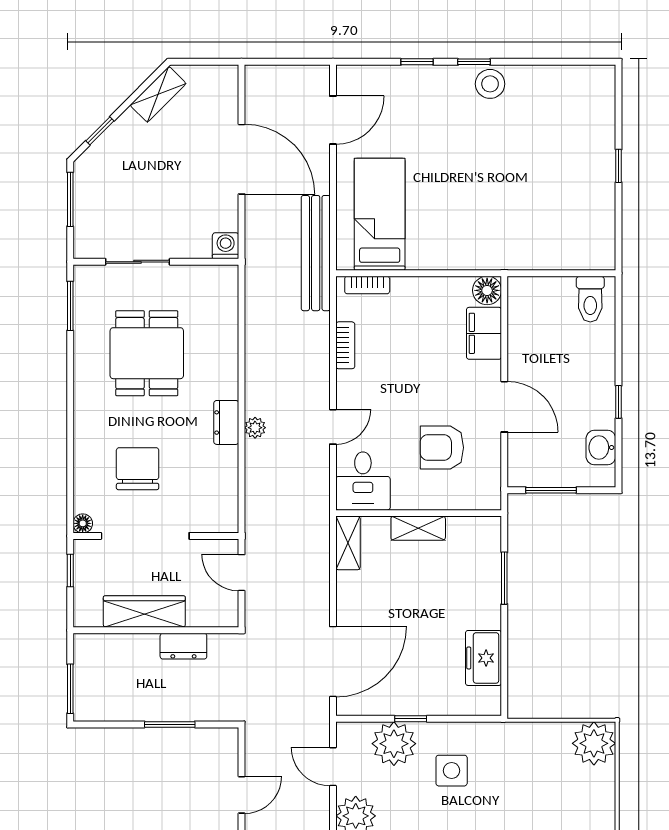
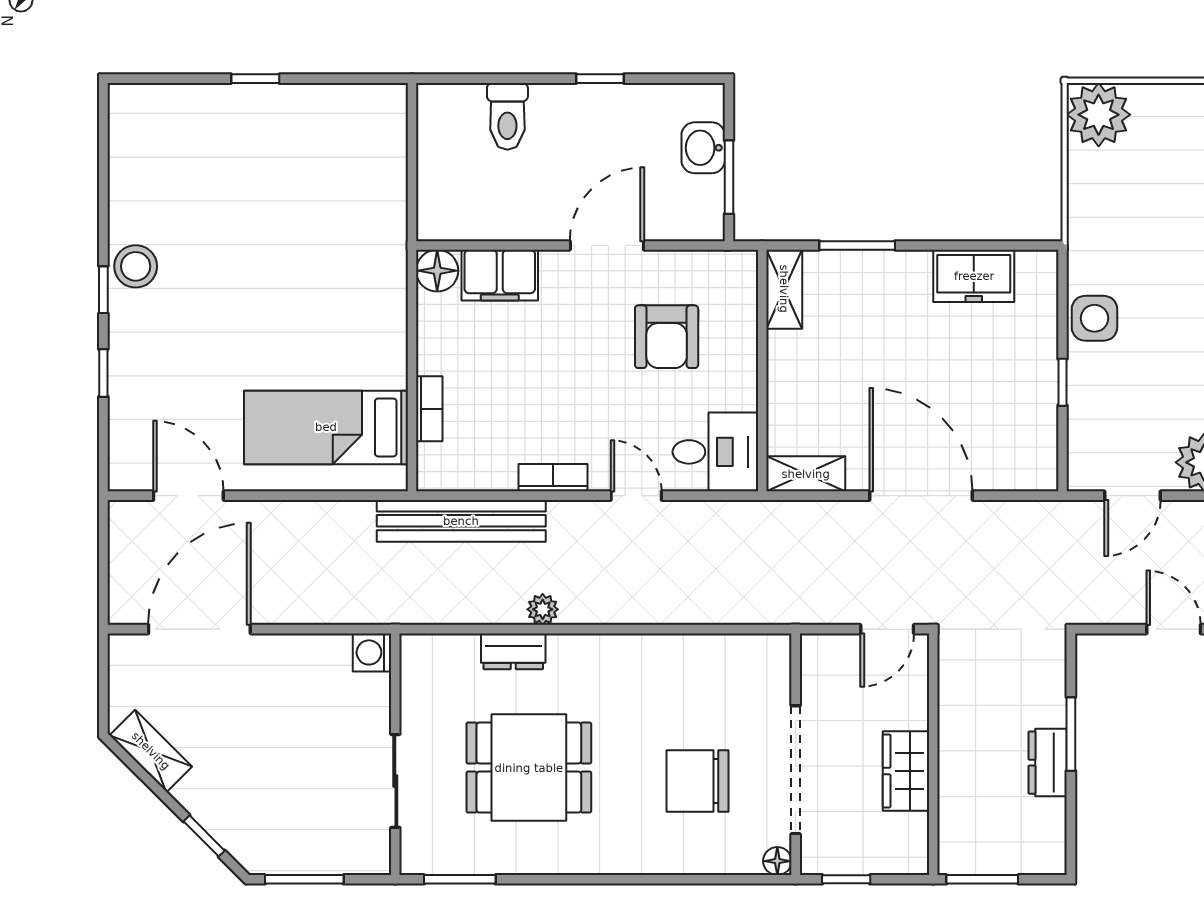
door: (242, 159) -> (199, 629), moved
bench: (316, 253) -> (461, 521), moved
bookcase: (367, 285) -> (429, 409), moved
toilet: (590, 299) -> (507, 116), moved, turned 90
bookcase: (345, 345) -> (553, 478), moved
dresser: (226, 422) -> (513, 651), moved
plant: (255, 428) -> (543, 609), moved
washbasin: (601, 448) -> (703, 148), moved, turned 90
shelving: (418, 528) -> (784, 289), moved
door: (242, 573) -> (887, 629), moved
wardrobe: (144, 612) -> (906, 771), width x0.67
dresser: (183, 646) -> (1048, 763), moved, turned 180
door: (333, 662) -> (921, 496), moved
window: (70, 689) -> (982, 879), moved
plant: (394, 744) -> (1099, 407), removed
side table: (452, 771) -> (1094, 318), moved

